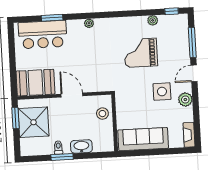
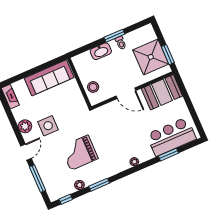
window: (133, 13) -> (99, 185), added
grand piano: (141, 53) -> (79, 153), turned 180

